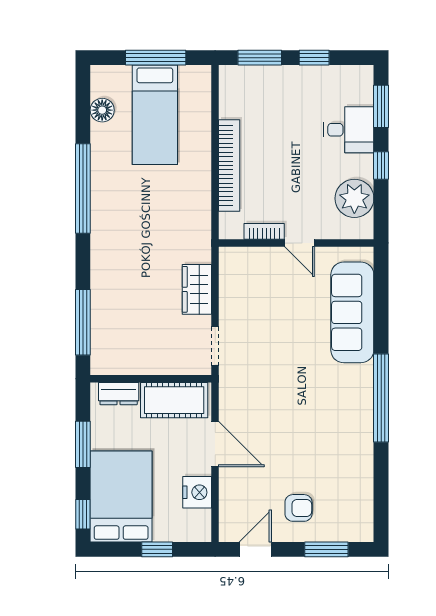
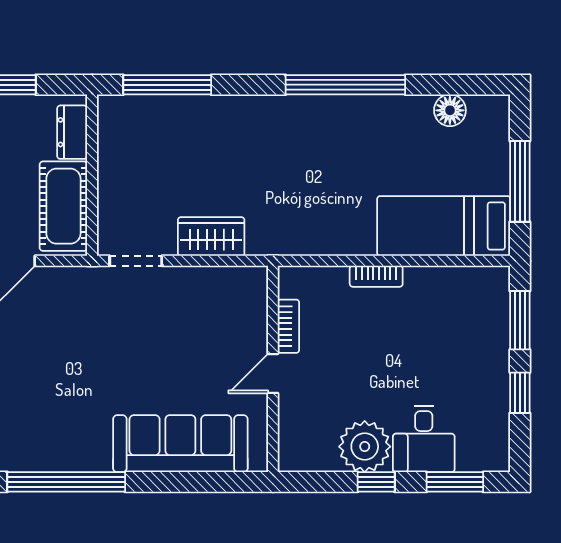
bed: (155, 115) -> (444, 226), moved
bookcase: (229, 165) -> (376, 276), width x0.43, depth x0.76
plant: (354, 198) -> (365, 447), moved

